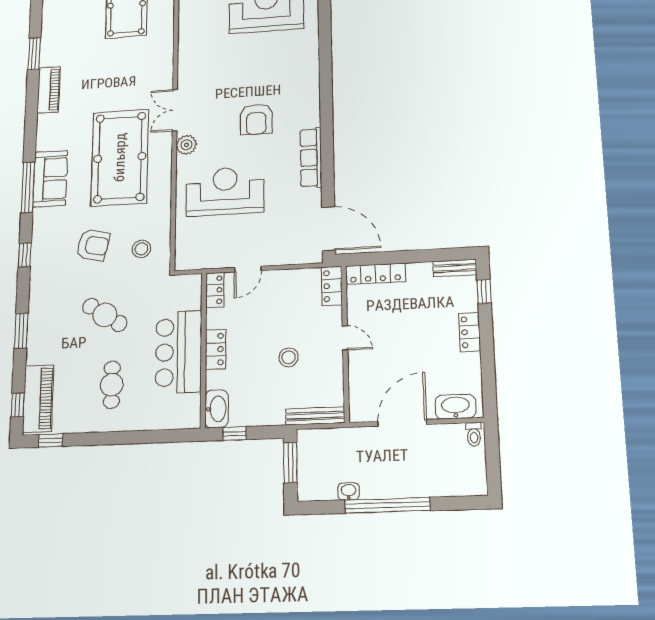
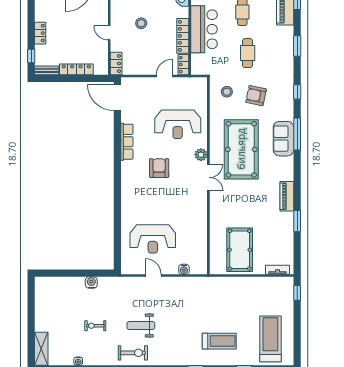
locker: (375, 274) -> (76, 69), moved
cafe table: (105, 315) -> (248, 53), turned 57
locker: (216, 349) -> (183, 36), width x1.53

